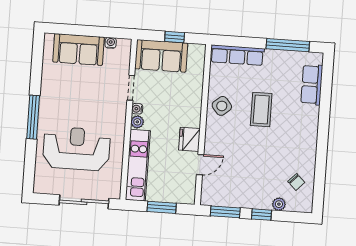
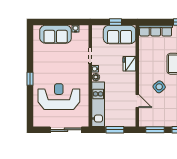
sofa: (161, 56) -> (120, 34), moved
side table: (222, 106) -> (159, 87), moved
window: (33, 117) -> (30, 79), width x0.46
fridge: (189, 139) -> (129, 64), moved
door: (200, 165) -> (137, 101), hinge flipped

